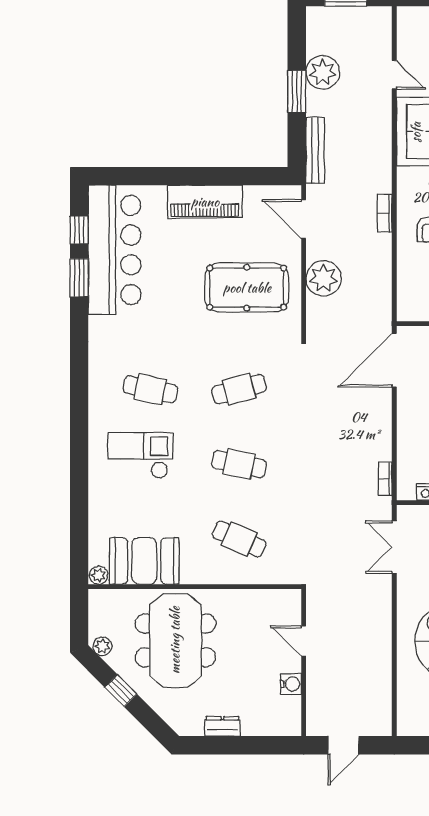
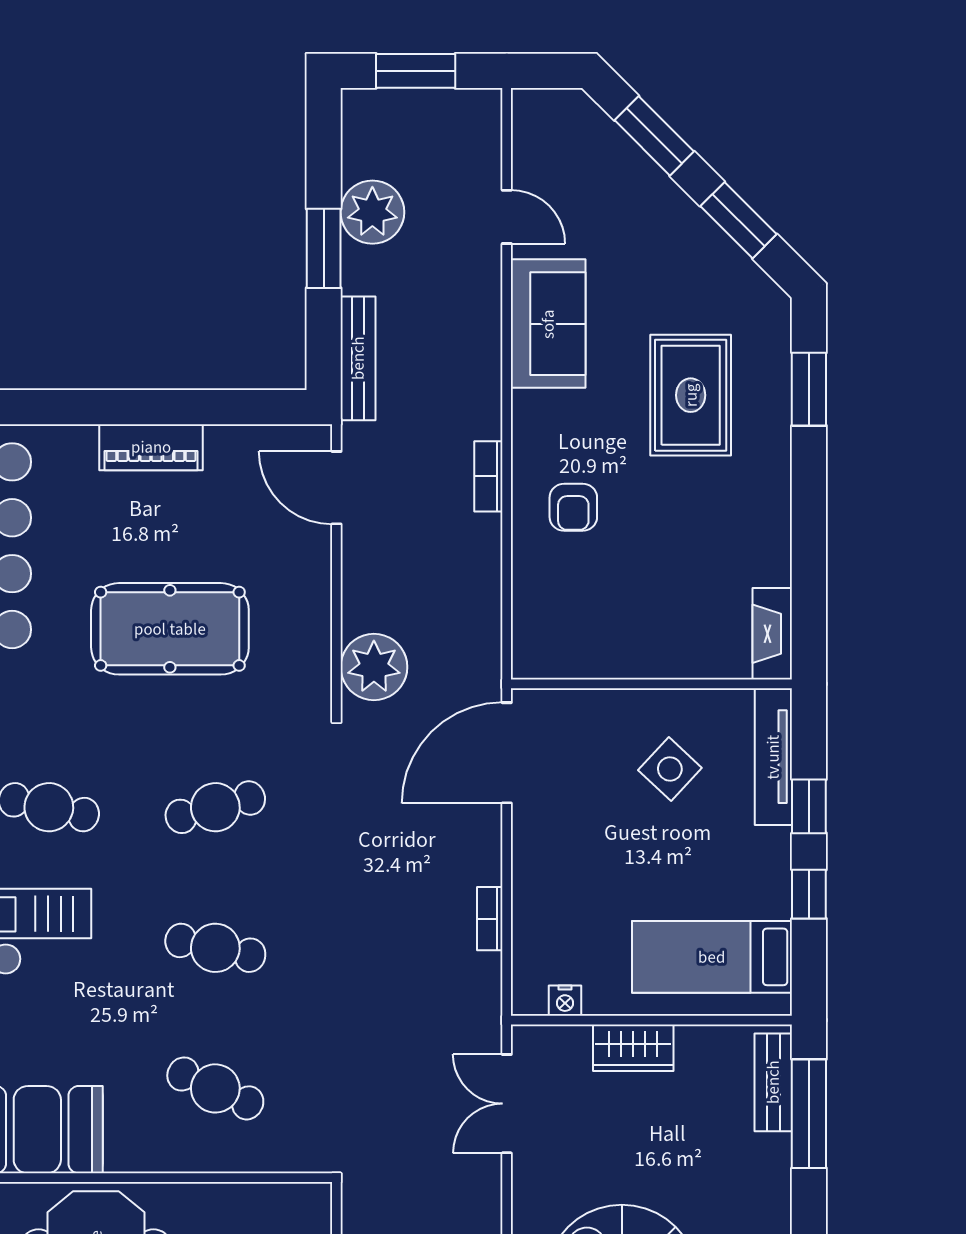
piano: (205, 202) -> (151, 447), width x0.73, depth x0.75
plant: (324, 278) -> (374, 667), moved
pool table: (247, 288) -> (170, 629), moved
bookcase: (385, 479) -> (490, 919), moved

